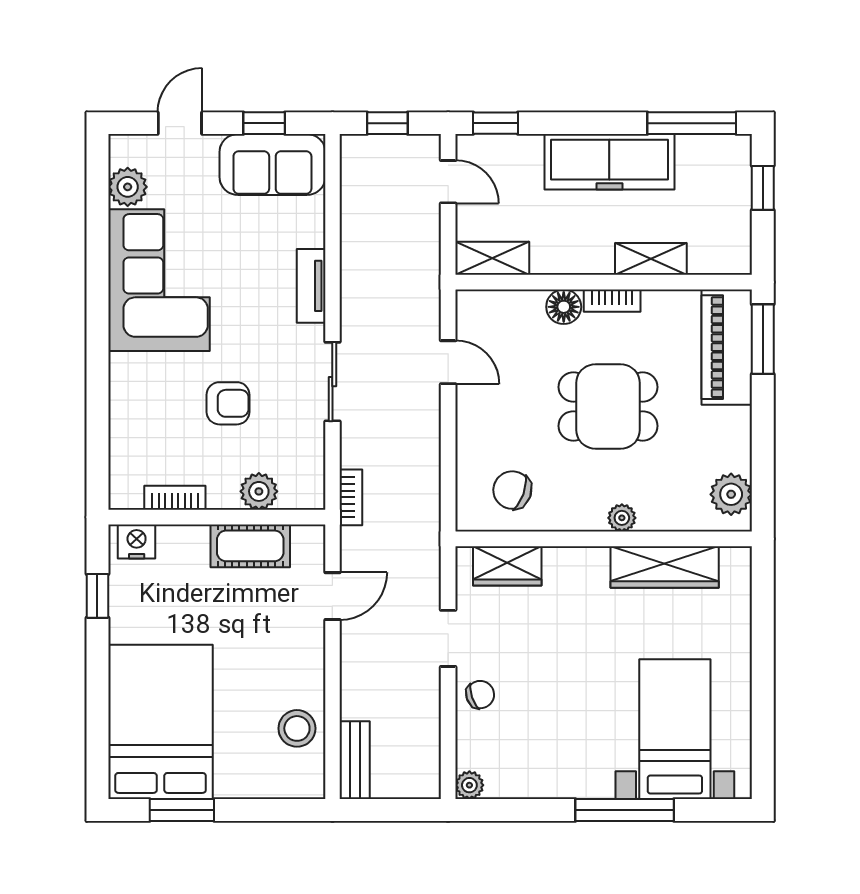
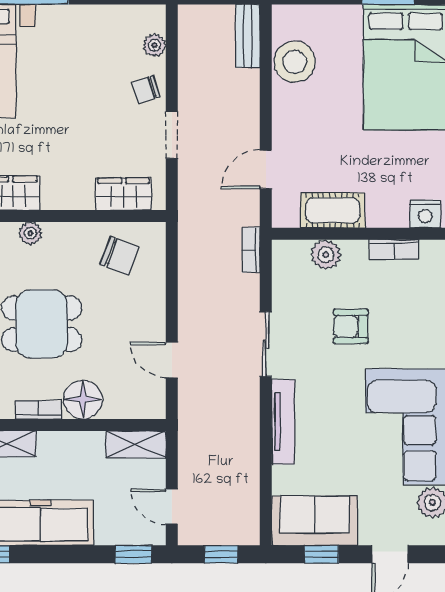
tv unit: (311, 286) -> (283, 422), width x1.41
floor lamp: (564, 307) -> (83, 400), width x1.38, depth x1.38
stool: (297, 728) -> (295, 62), width x1.38, depth x1.38
plant: (469, 785) -> (154, 45), moved

